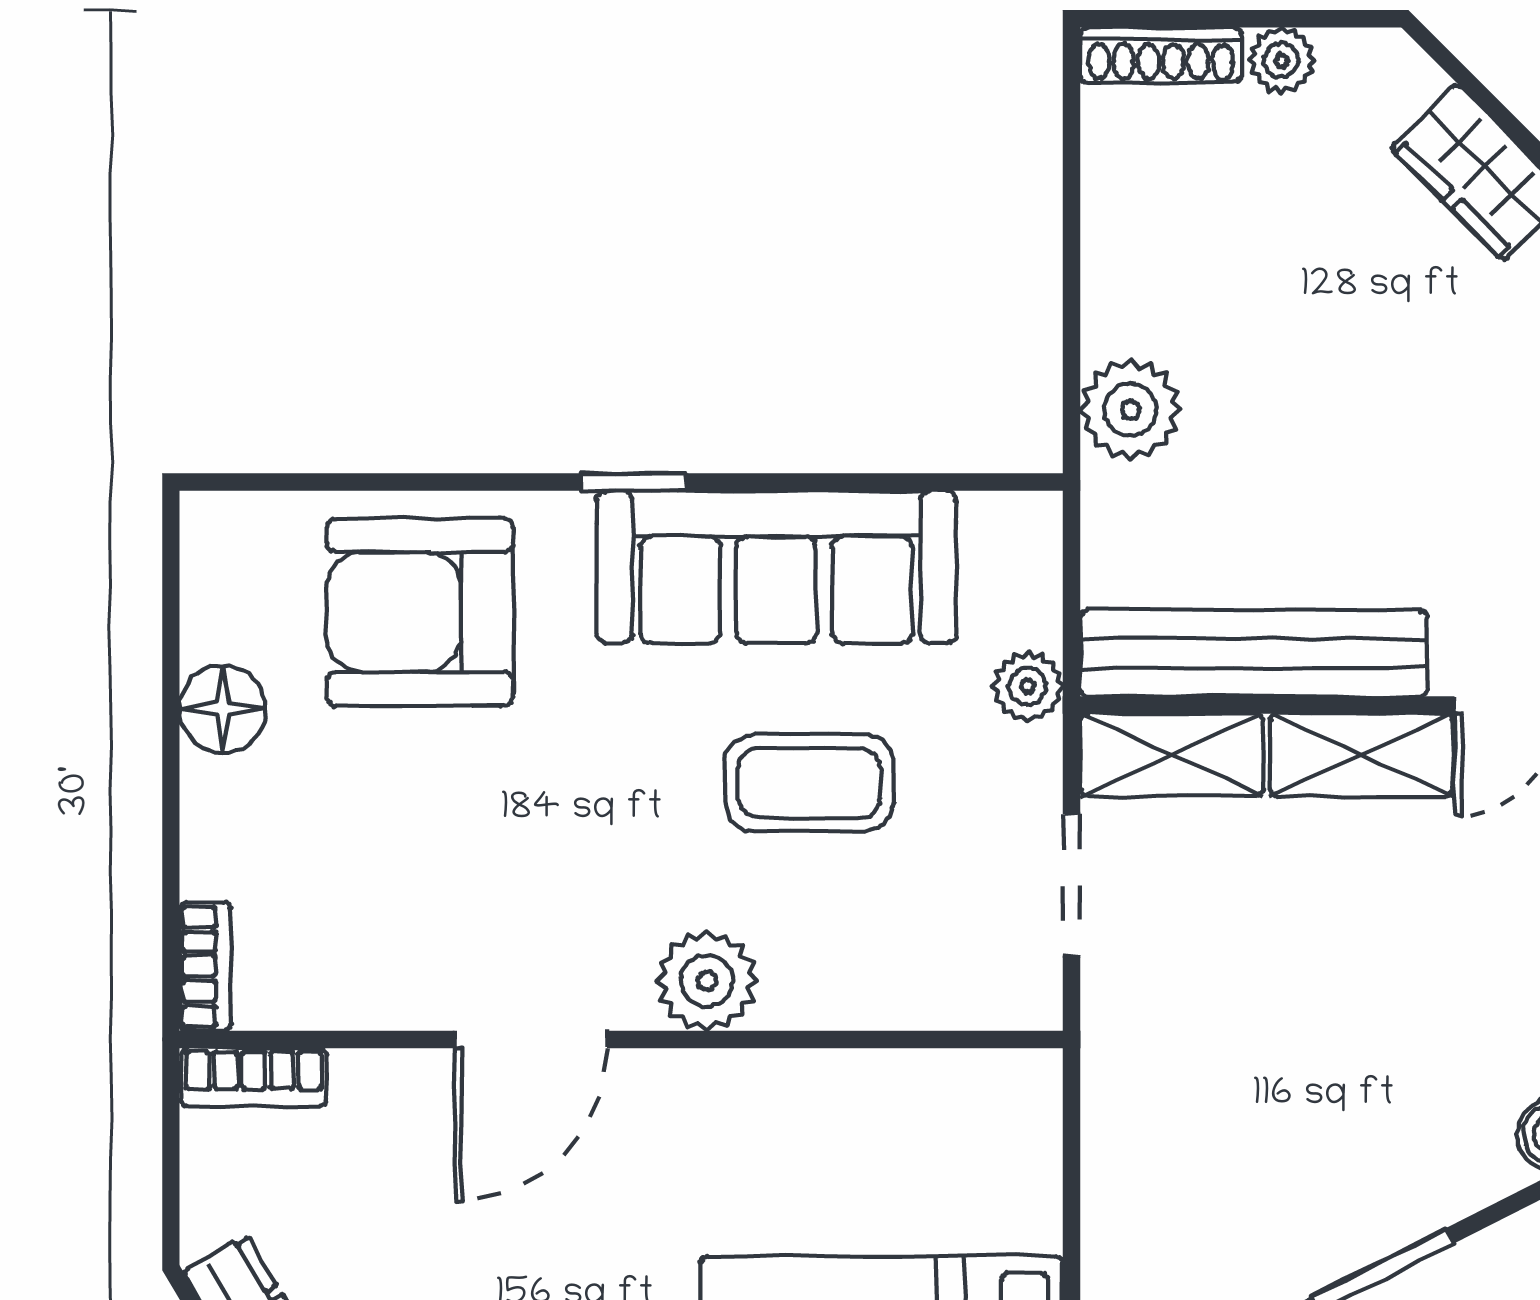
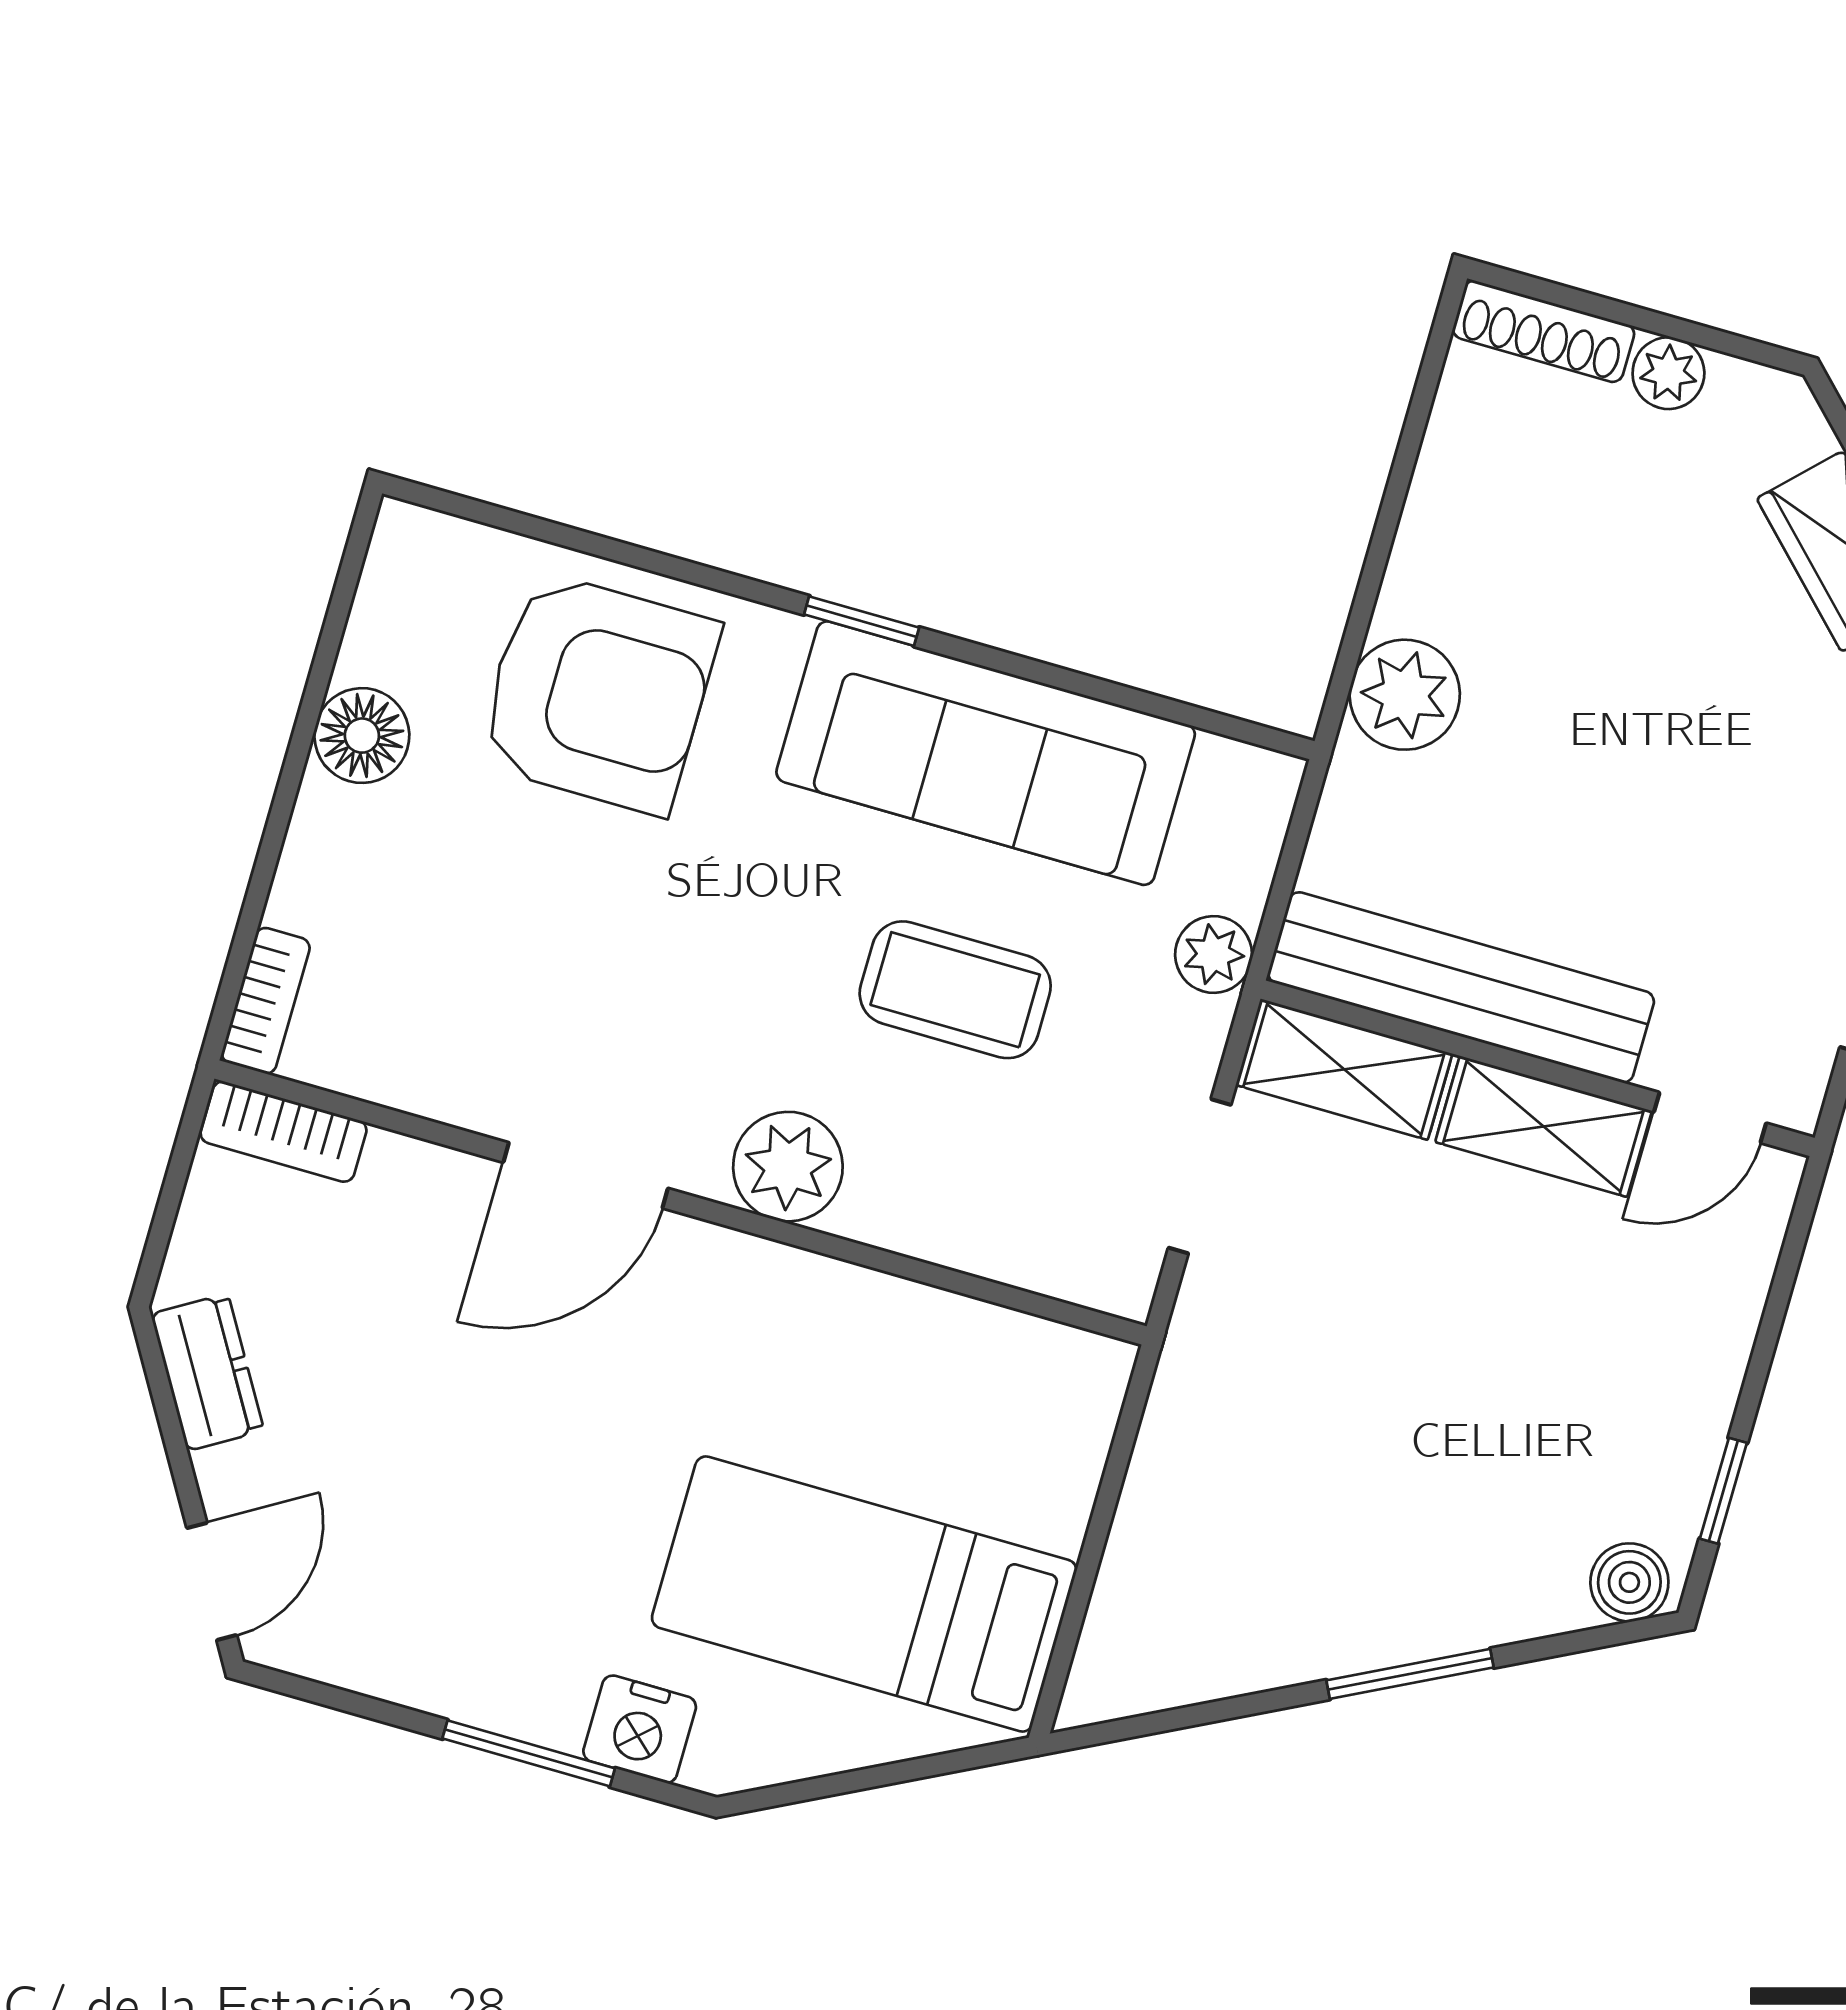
armchair: (420, 612) -> (598, 693), turned 180

